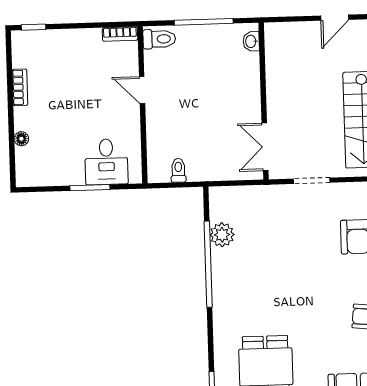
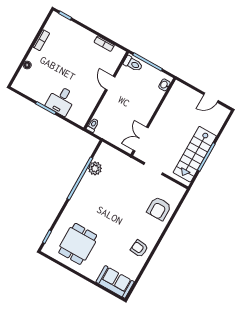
toilet: (159, 39) -> (133, 64), moved
door: (142, 90) -> (110, 83), moved
wall: (143, 105) -> (106, 90), moved

